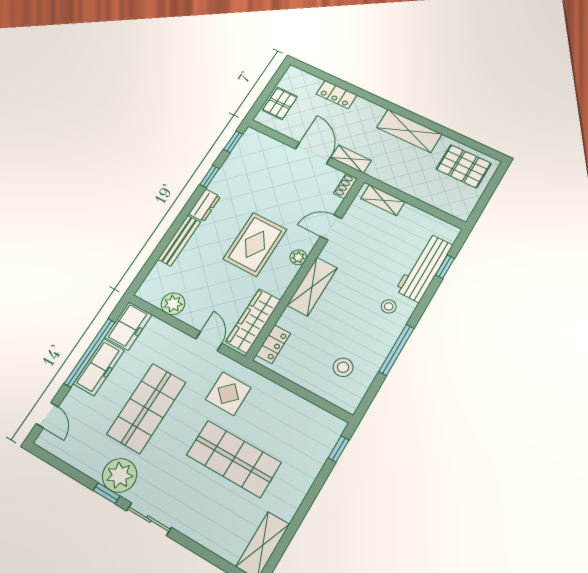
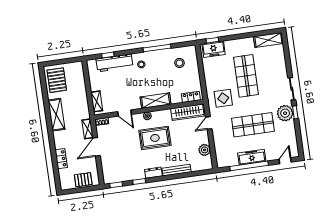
freezer: (128, 326) -> (214, 49), moved, turned 180

